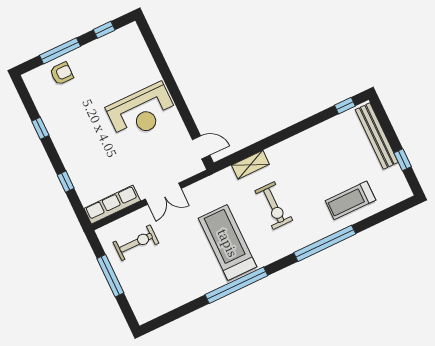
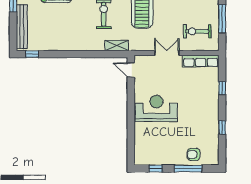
shelving: (250, 165) -> (117, 46), moved

